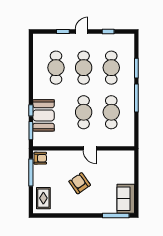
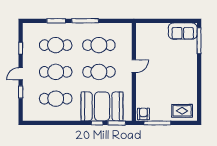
door: (82, 32) -> (21, 74), hinge flipped
booth: (44, 115) -> (102, 106), width x1.36, depth x1.42
armchair: (80, 183) -> (168, 76), removed

